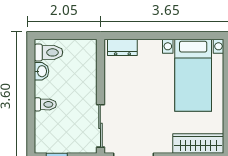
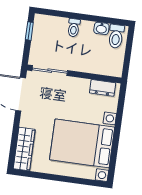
dresser: (122, 47) -> (103, 88), moved, turned -90
bed with nightstands: (193, 75) -> (82, 143), width x1.36

